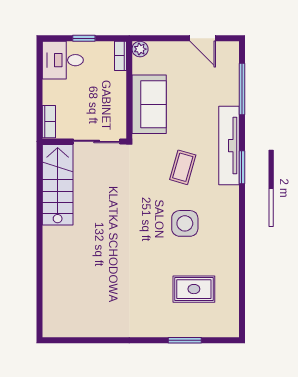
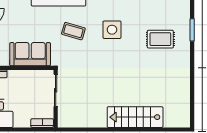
stairs: (58, 185) -> (135, 117), moved
rug: (194, 289) -> (160, 39), moved, turned 90

